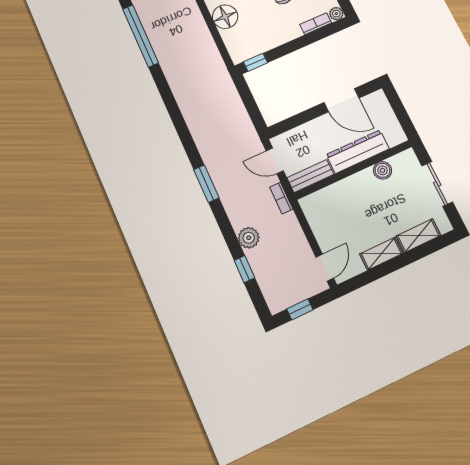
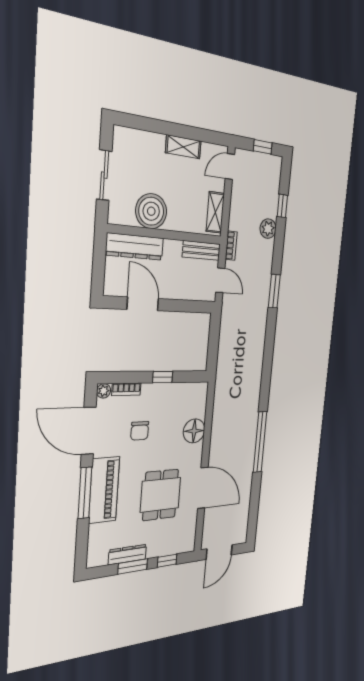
window: (256, 62) -> (163, 377), moved
dresser: (358, 152) -> (135, 247), moved
boiler: (383, 170) -> (151, 211), width x1.86, depth x1.86
shelving: (418, 236) -> (215, 212), moved, turned 90

